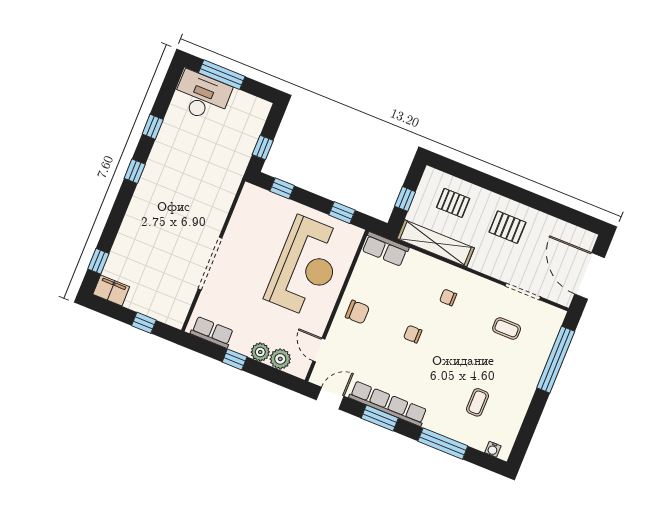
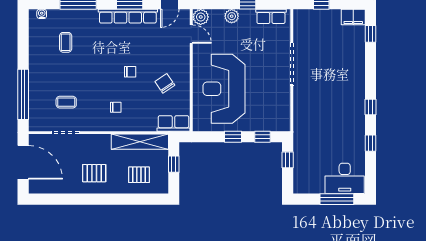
window: (342, 213) -> (233, 137), moved
chair: (357, 312) -> (165, 83), moved, turned 56
plant: (280, 359) -> (201, 17), moved

